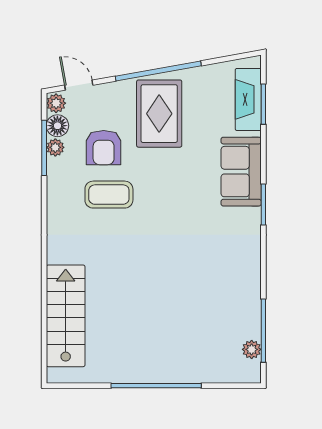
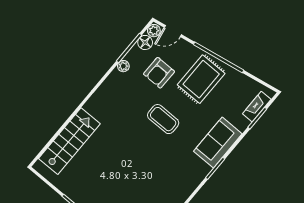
door: (79, 85) -> (173, 31), swing flipped
fireplace: (248, 99) -> (257, 107), width x0.73, depth x0.76
plant: (55, 147) -> (123, 66), moved
coffee table: (109, 195) -> (163, 119), moved

